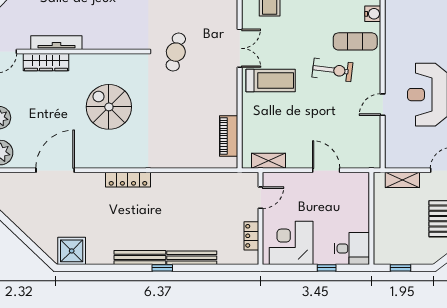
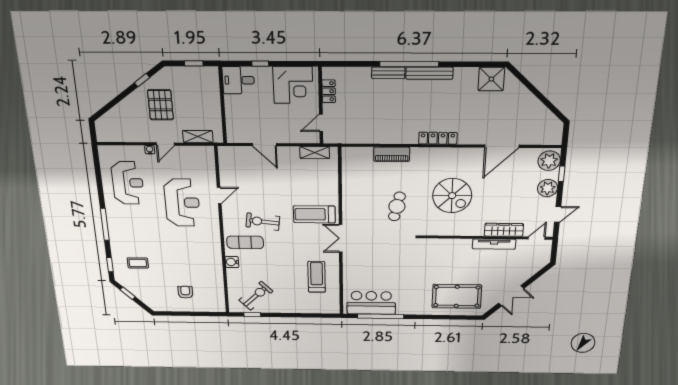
cafe table: (176, 52) -> (397, 206), moved
piano: (229, 136) -> (392, 154), moved, turned 90
bench: (192, 258) -> (388, 73), width x0.73
window: (162, 268) -> (409, 64), width x3.17

